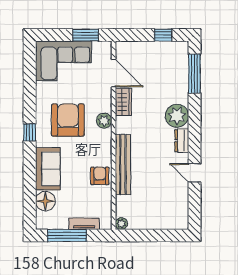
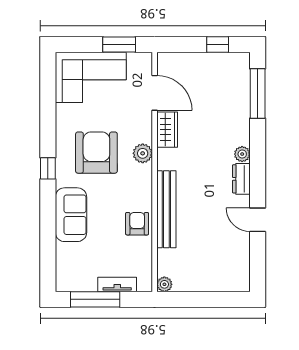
plant: (177, 116) -> (242, 154), width x0.53, depth x0.53
floor lamp: (45, 201) -> (68, 256), removed

